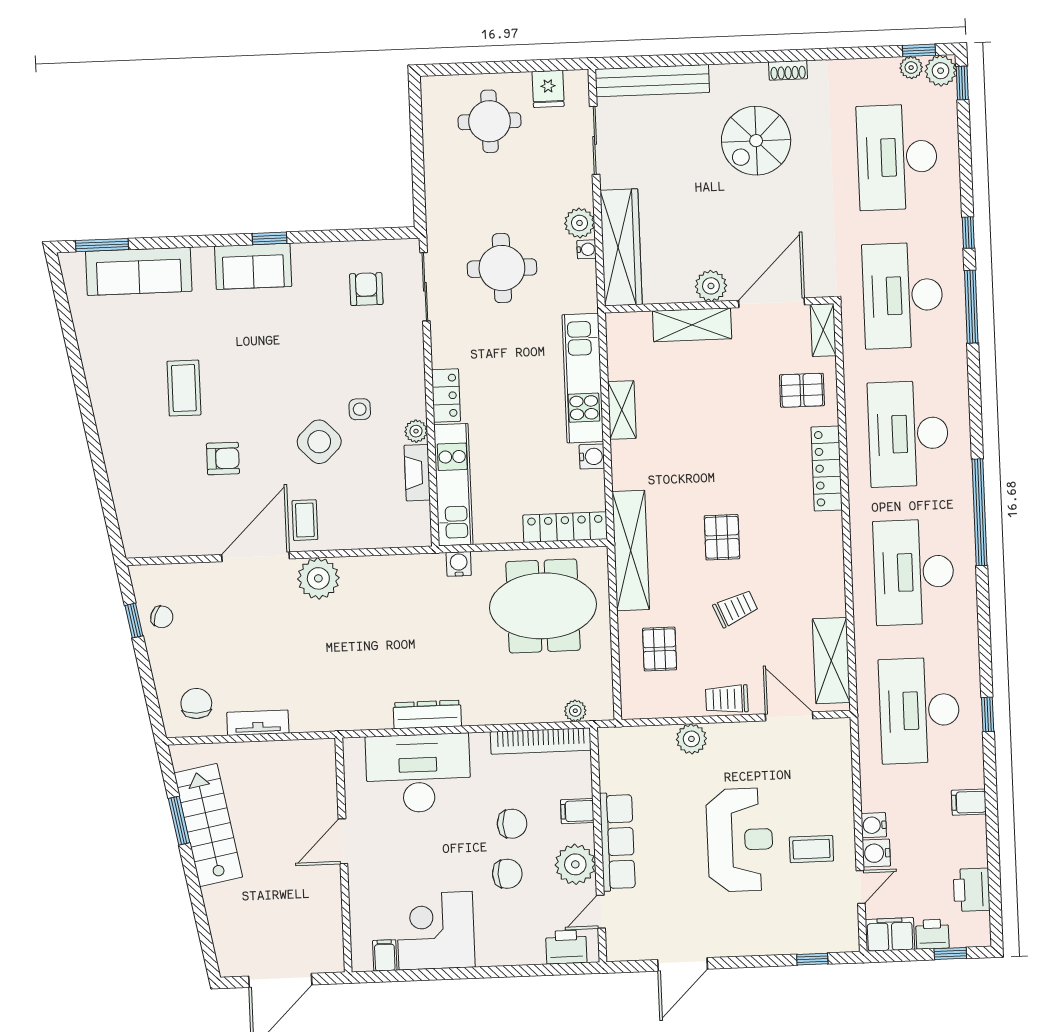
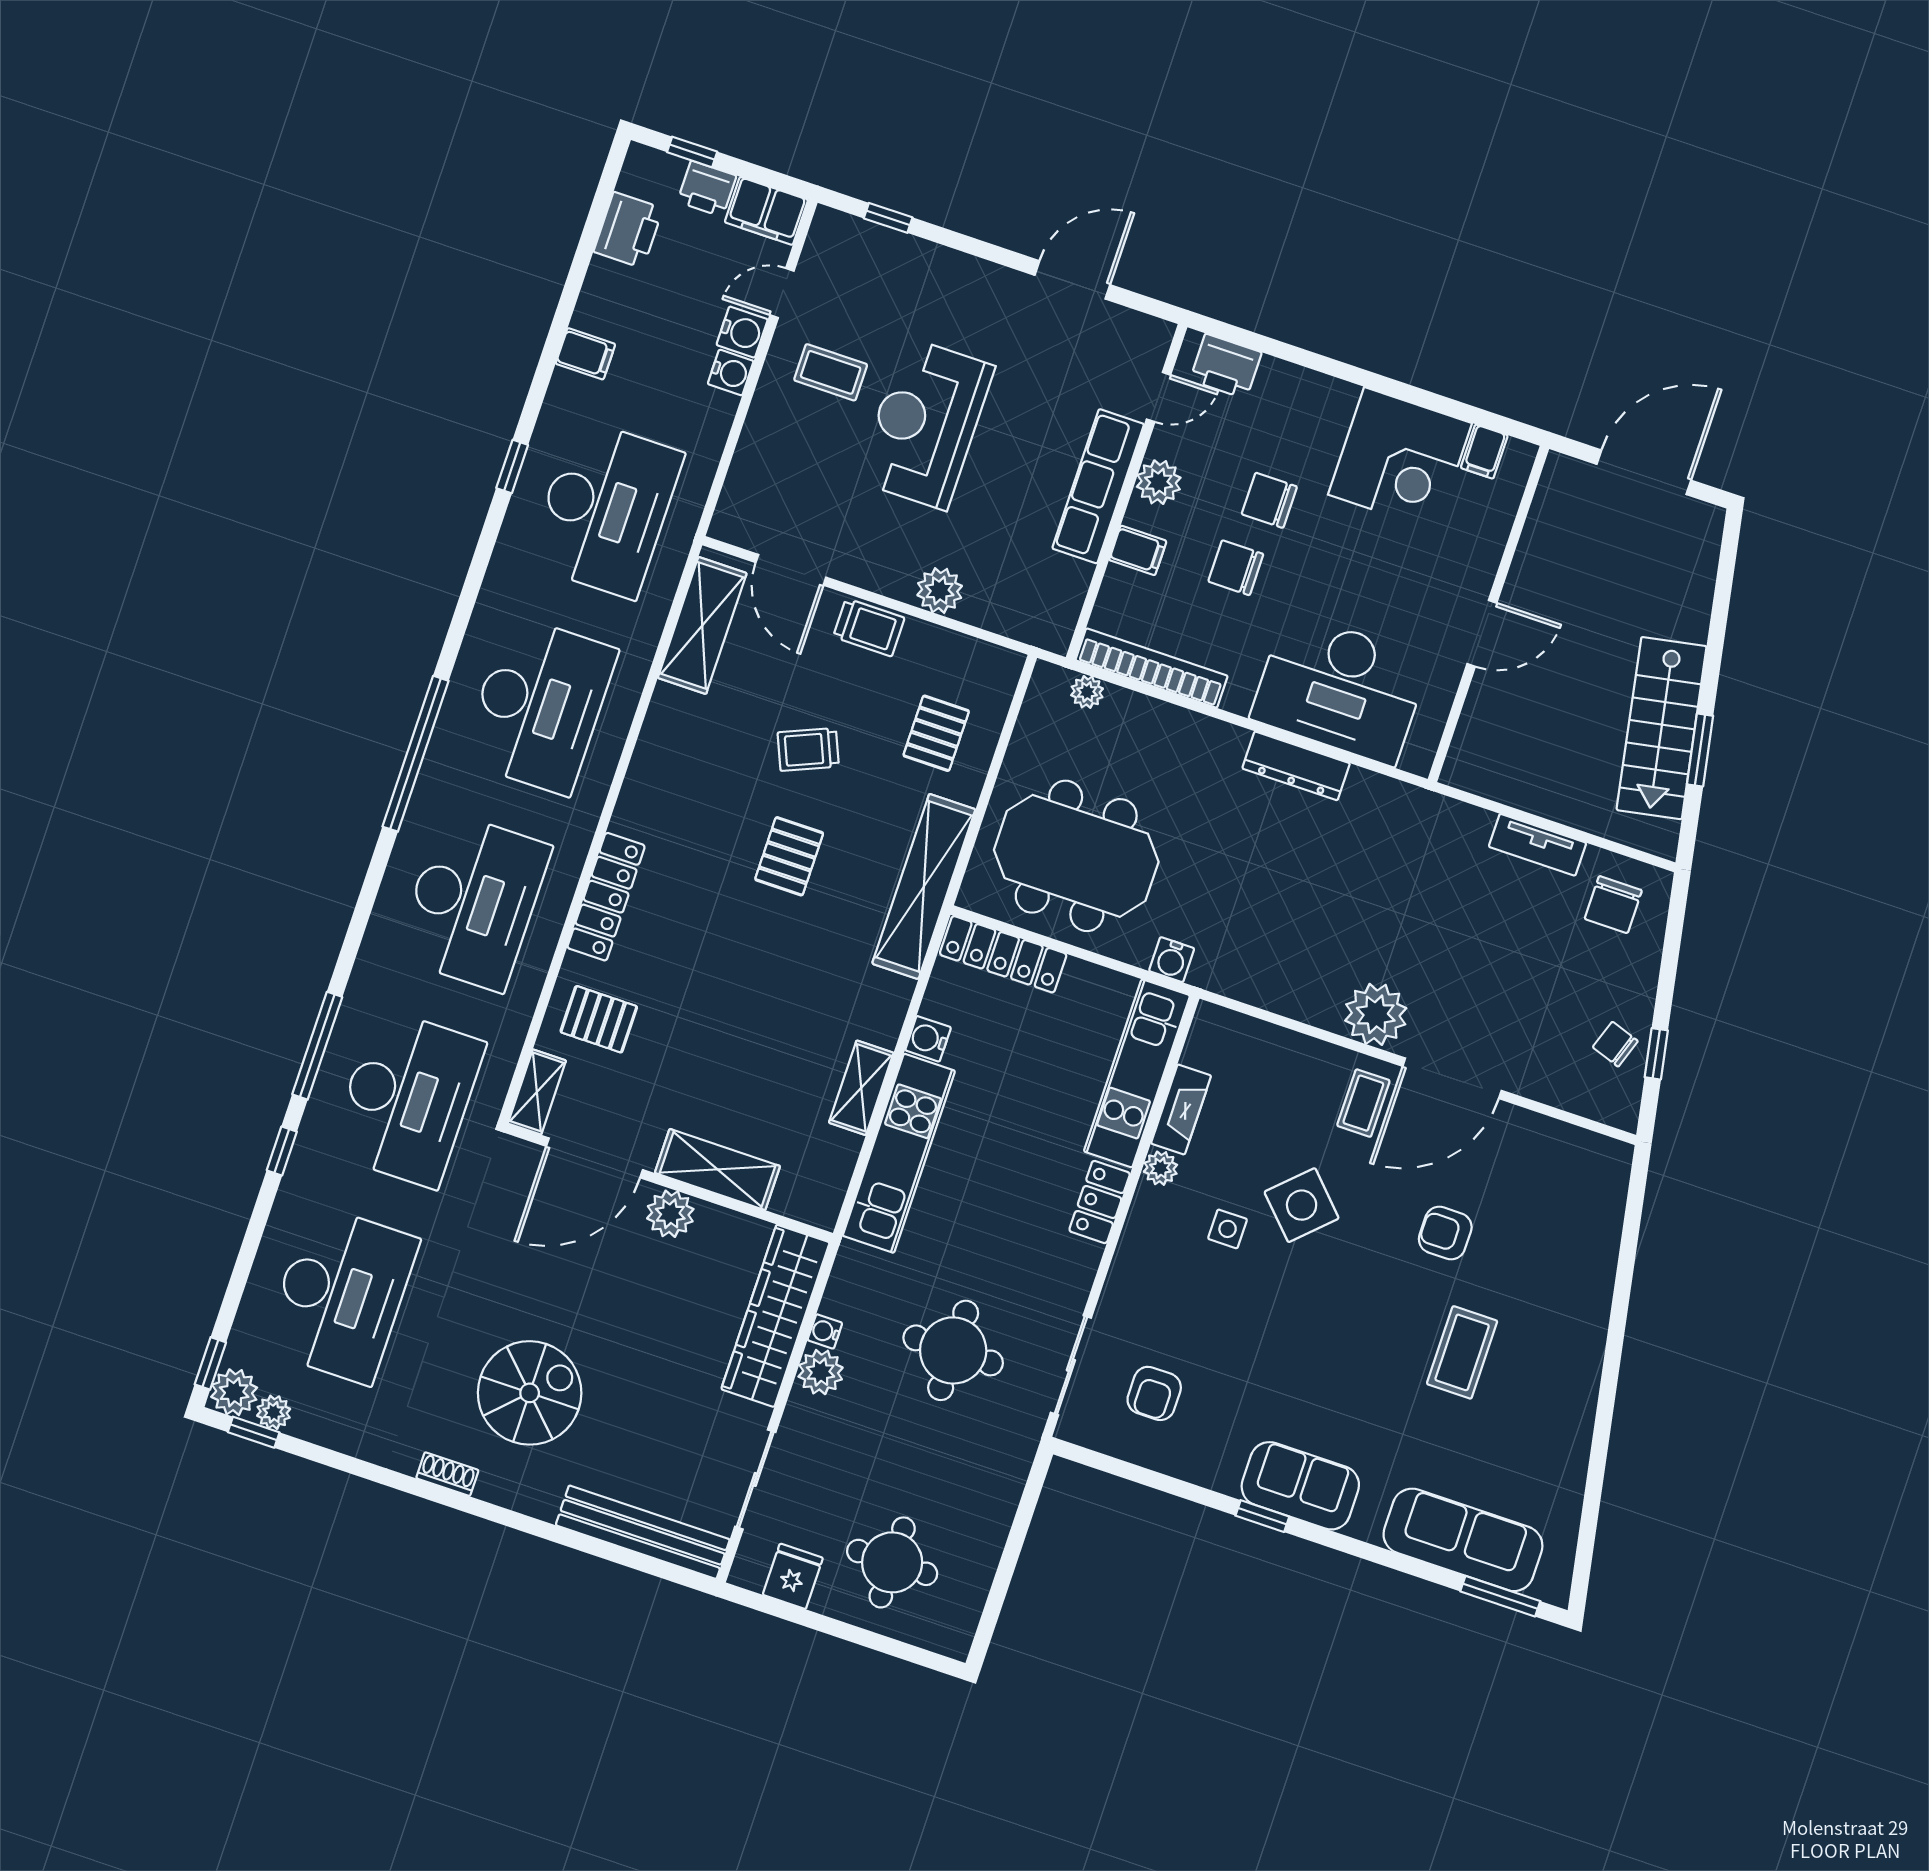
plant: (575, 864) -> (1159, 482), width x0.73, depth x0.73

